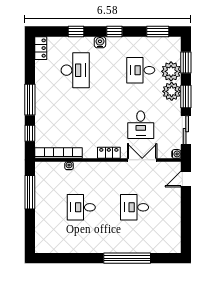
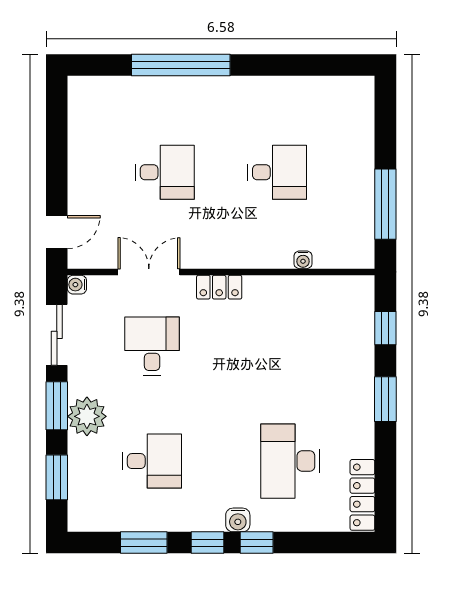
window: (76, 31) -> (257, 543), moved
window: (158, 31) -> (144, 543), moved
locker: (41, 48) -> (362, 495), width x1.53
plant: (171, 71) -> (88, 459), removed
window: (30, 100) -> (385, 399), width x0.69
bookcase: (59, 153) -> (325, 286), removed
double door: (142, 160) -> (149, 272), swing flipped

